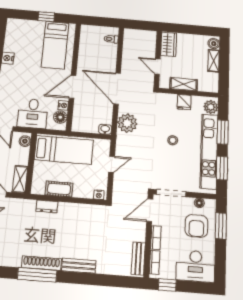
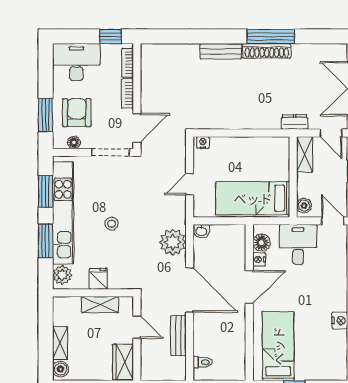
cot: (59, 189) -> (254, 146), removed
dresser: (47, 206) -> (295, 122), moved
bench: (138, 259) -> (178, 336), moved

